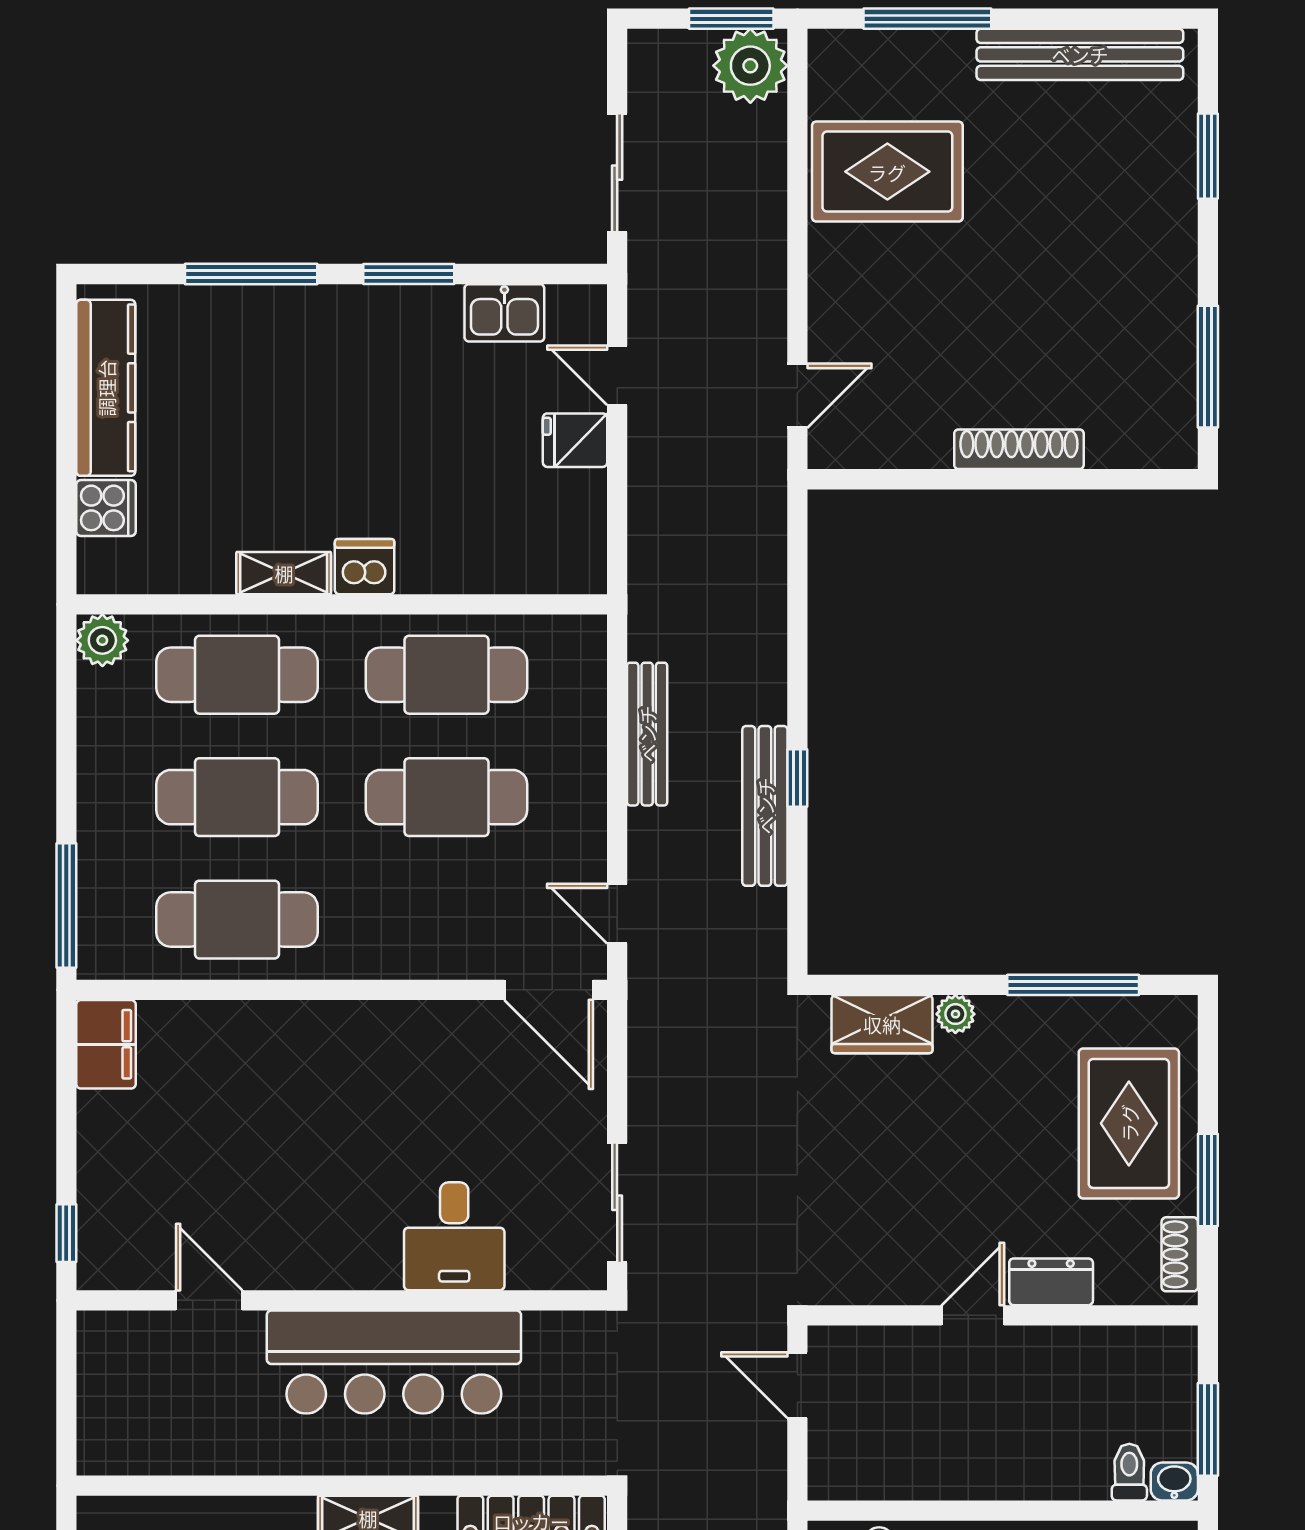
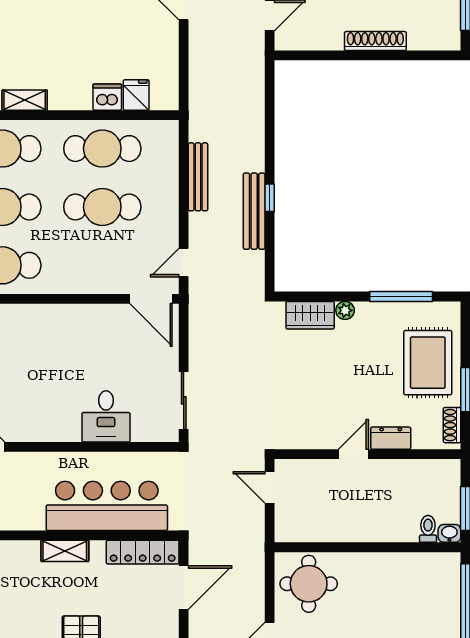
fridge: (575, 440) -> (136, 95), moved, turned 90
dishwasher: (365, 567) -> (107, 97), moved
door: (617, 914) -> (184, 263), hinge flipped
bar counter: (394, 1362) -> (107, 506), moved, turned 180

